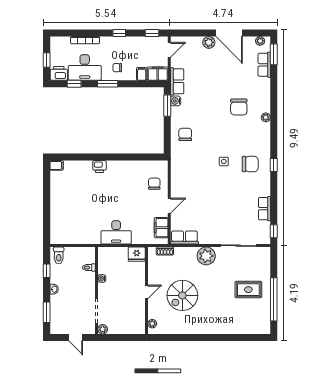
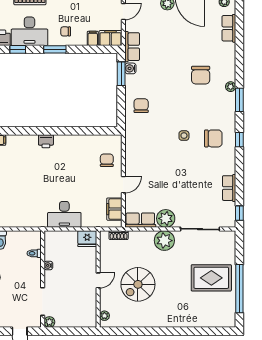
window: (274, 54) -> (239, 100), moved
plant: (207, 236) -> (166, 218), added
rug: (248, 290) -> (211, 278), width x1.36, depth x1.43

